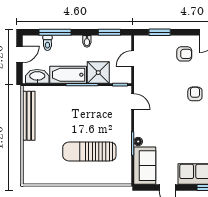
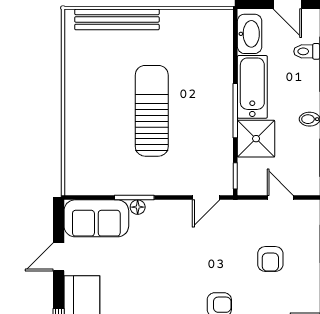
armchair: (184, 54) -> (270, 259), moved
bench: (29, 116) -> (117, 19), moved
sun lounger: (89, 151) -> (152, 111), moved

